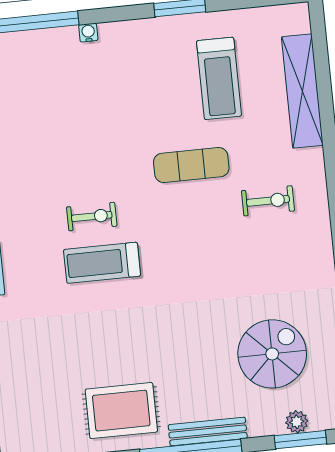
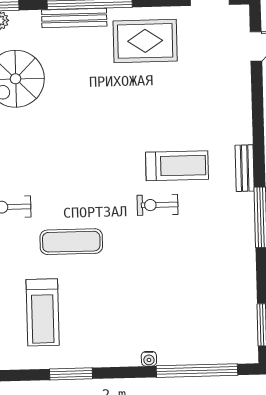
treadmill: (219, 78) -> (43, 312), turned 180
treadmill: (102, 263) -> (177, 166), moved

